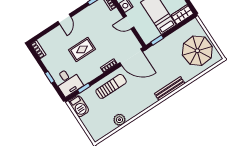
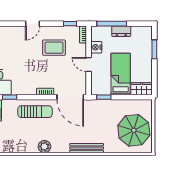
rug: (82, 49) -> (54, 48), moved
plant: (119, 120) -> (44, 147), moved

